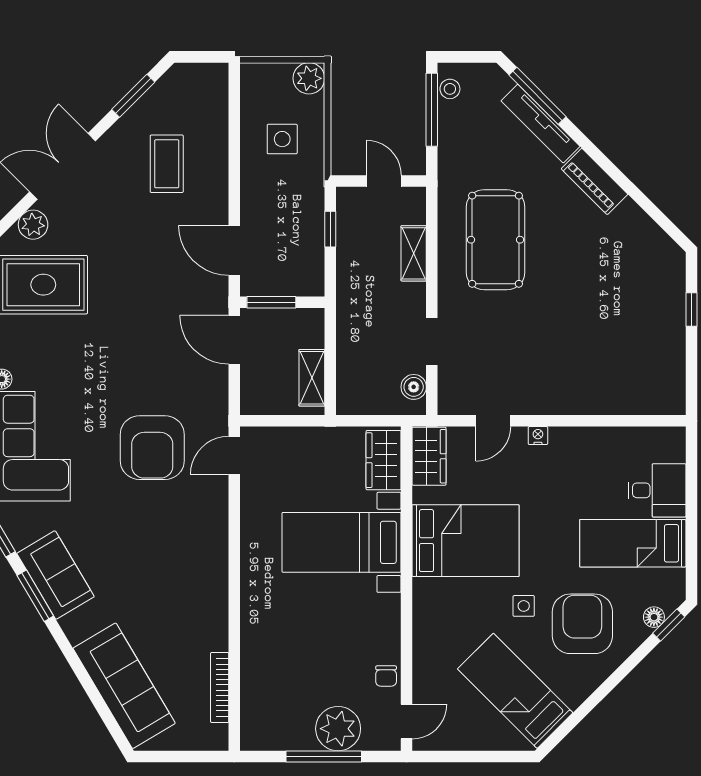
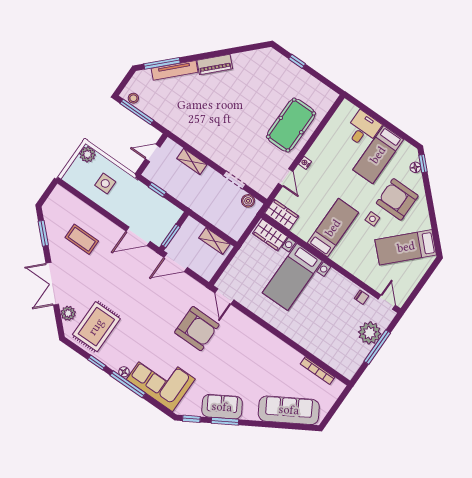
pool table: (496, 240) -> (291, 125), moved, turned 90
bed: (465, 541) -> (333, 228), width x0.67

